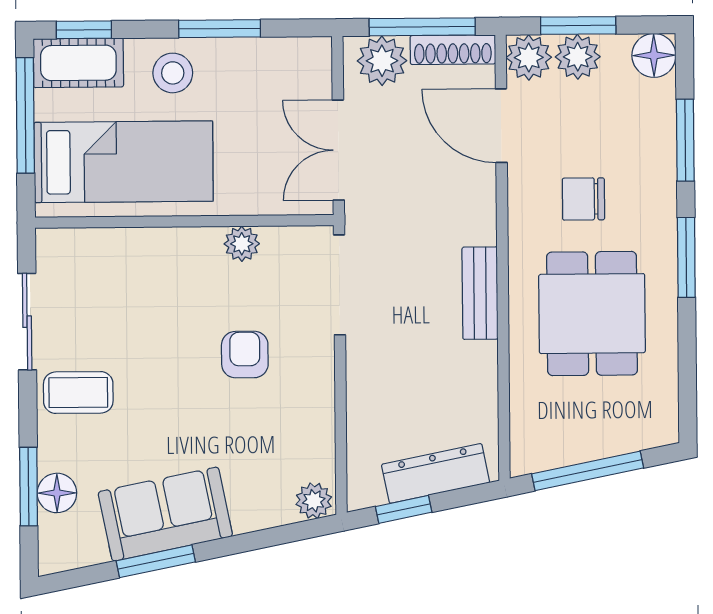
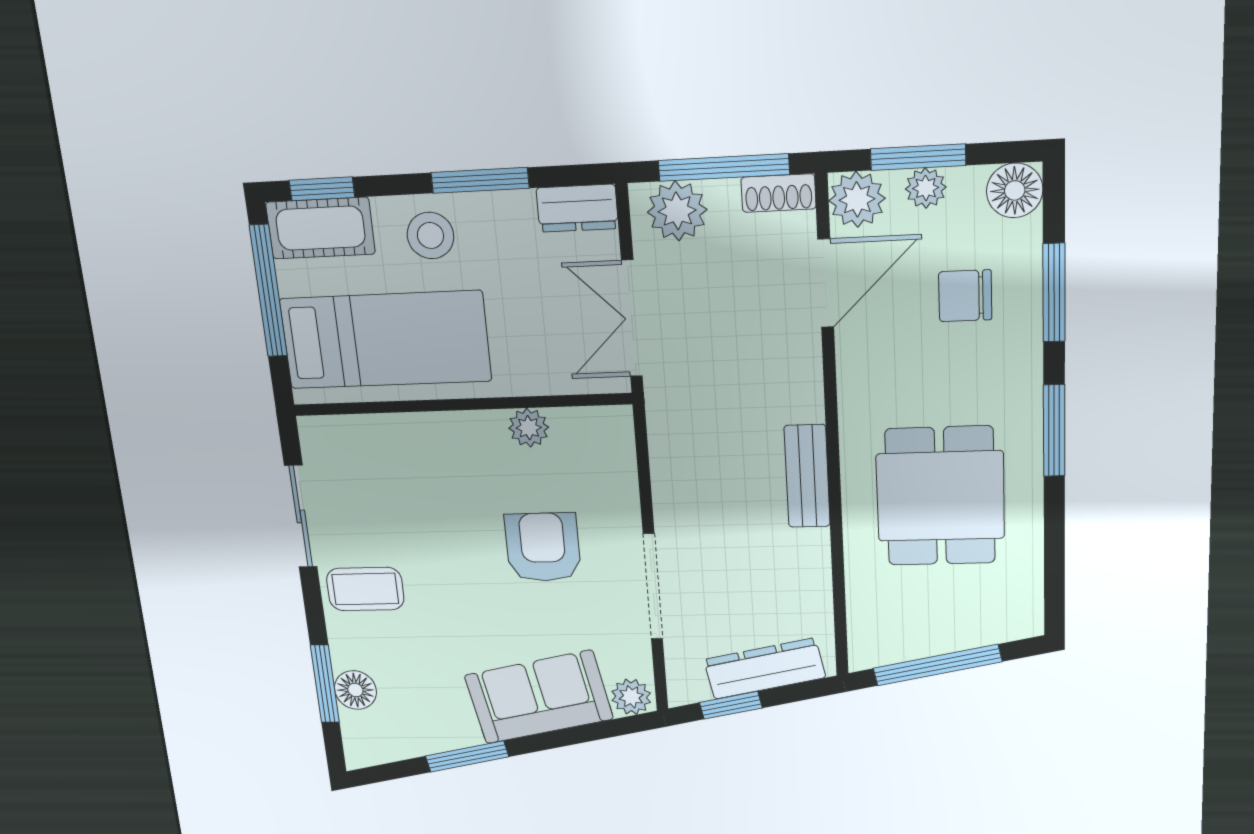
shoe rack: (453, 50) -> (778, 193), width x0.70
dresser: (299, 55) -> (577, 208), added
plant: (578, 57) -> (926, 188), width x0.73, depth x0.73
door: (501, 126) -> (826, 283), swing flipped
chair: (583, 199) -> (965, 296), moved
doorway: (339, 285) -> (653, 587), moved
armchair: (245, 355) -> (543, 547), width x1.38, depth x1.38
sofa: (165, 514) -> (539, 697), moved

